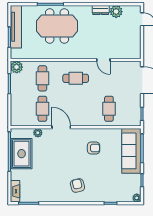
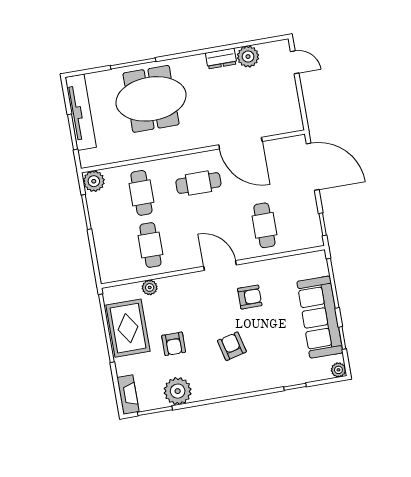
door: (103, 60) -> (240, 143), width x1.87
door: (61, 127) -> (220, 266), moved
sofa: (131, 151) -> (320, 317), moved
armchair: (46, 167) -> (174, 344), added
armchair: (77, 186) -> (232, 346), moved
plant: (44, 194) -> (178, 391), added

